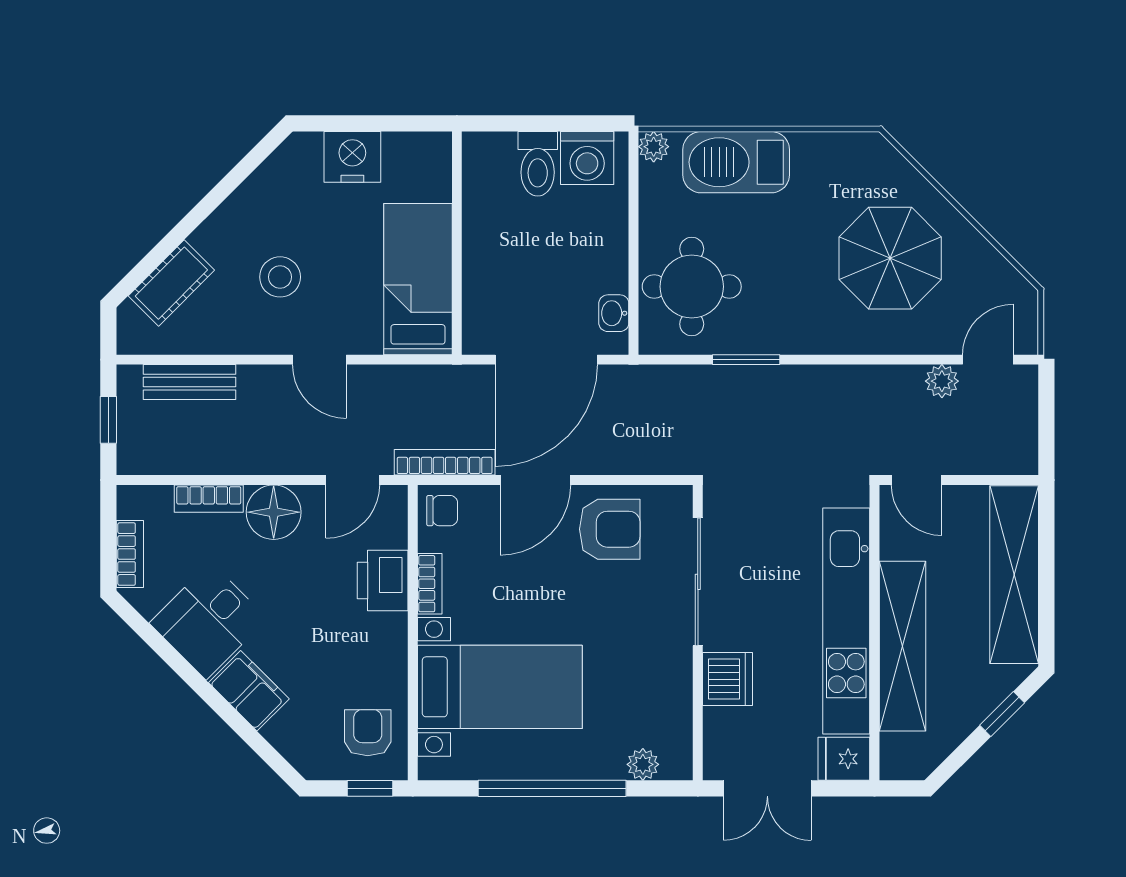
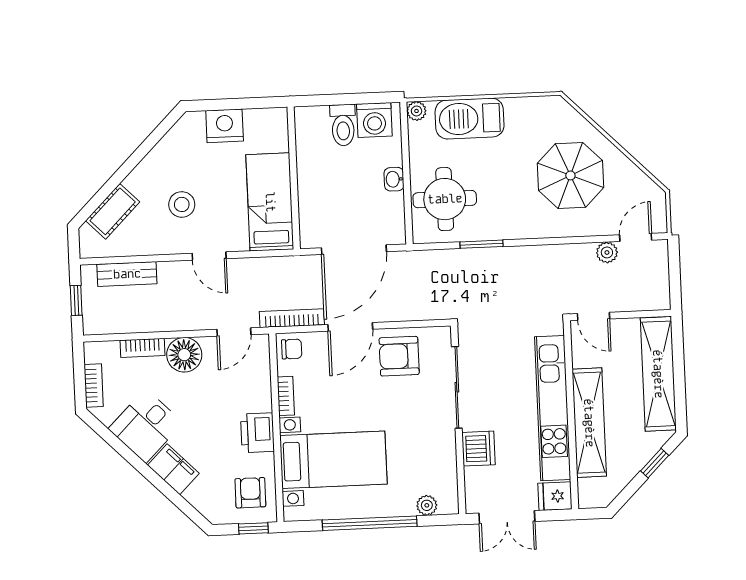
washbasin: (614, 313) -> (394, 179), moved
armchair: (610, 529) -> (399, 356), turned 180
printer: (383, 580) -> (257, 433), moved

